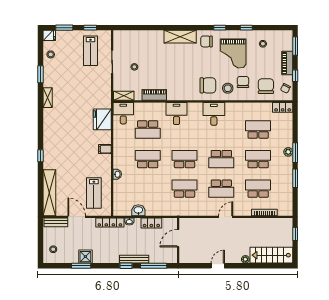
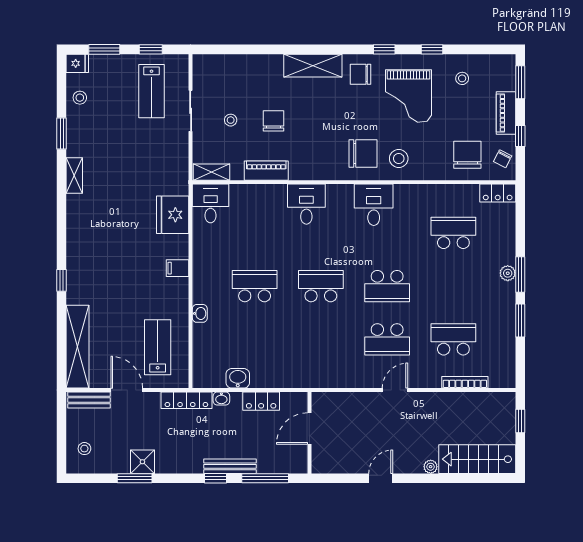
chair: (243, 82) -> (273, 121), moved
school desk: (148, 129) -> (255, 233), removed
school desk: (258, 159) -> (453, 286), removed
school desk: (184, 189) -> (321, 339), removed
lab bench: (94, 193) -> (158, 347), turned 180

